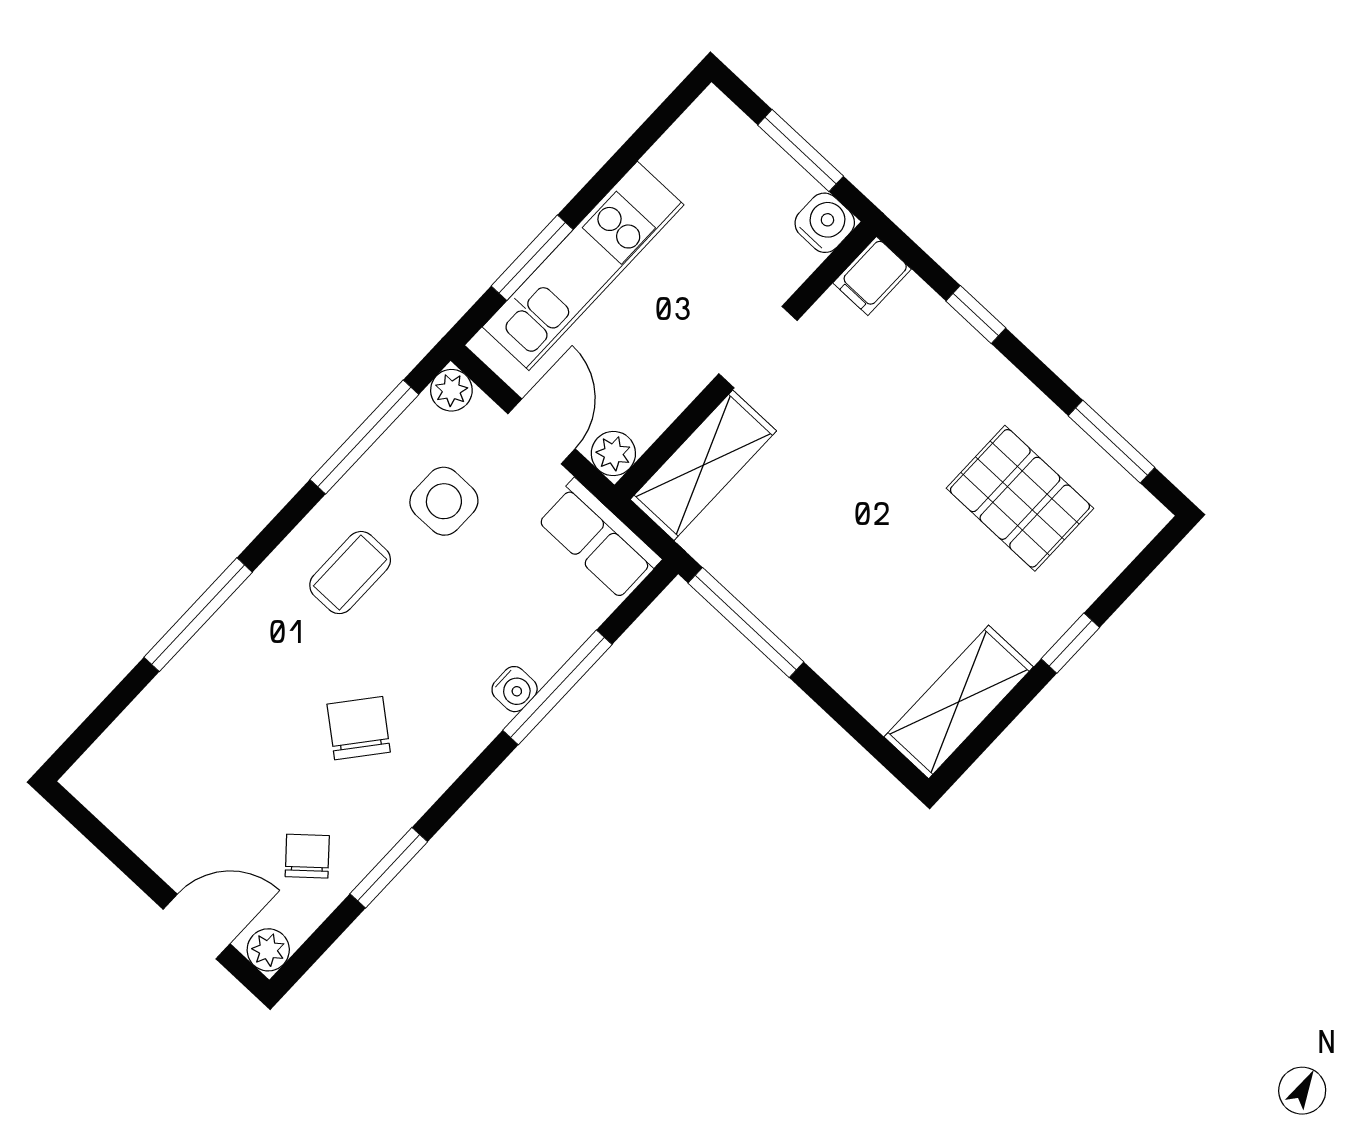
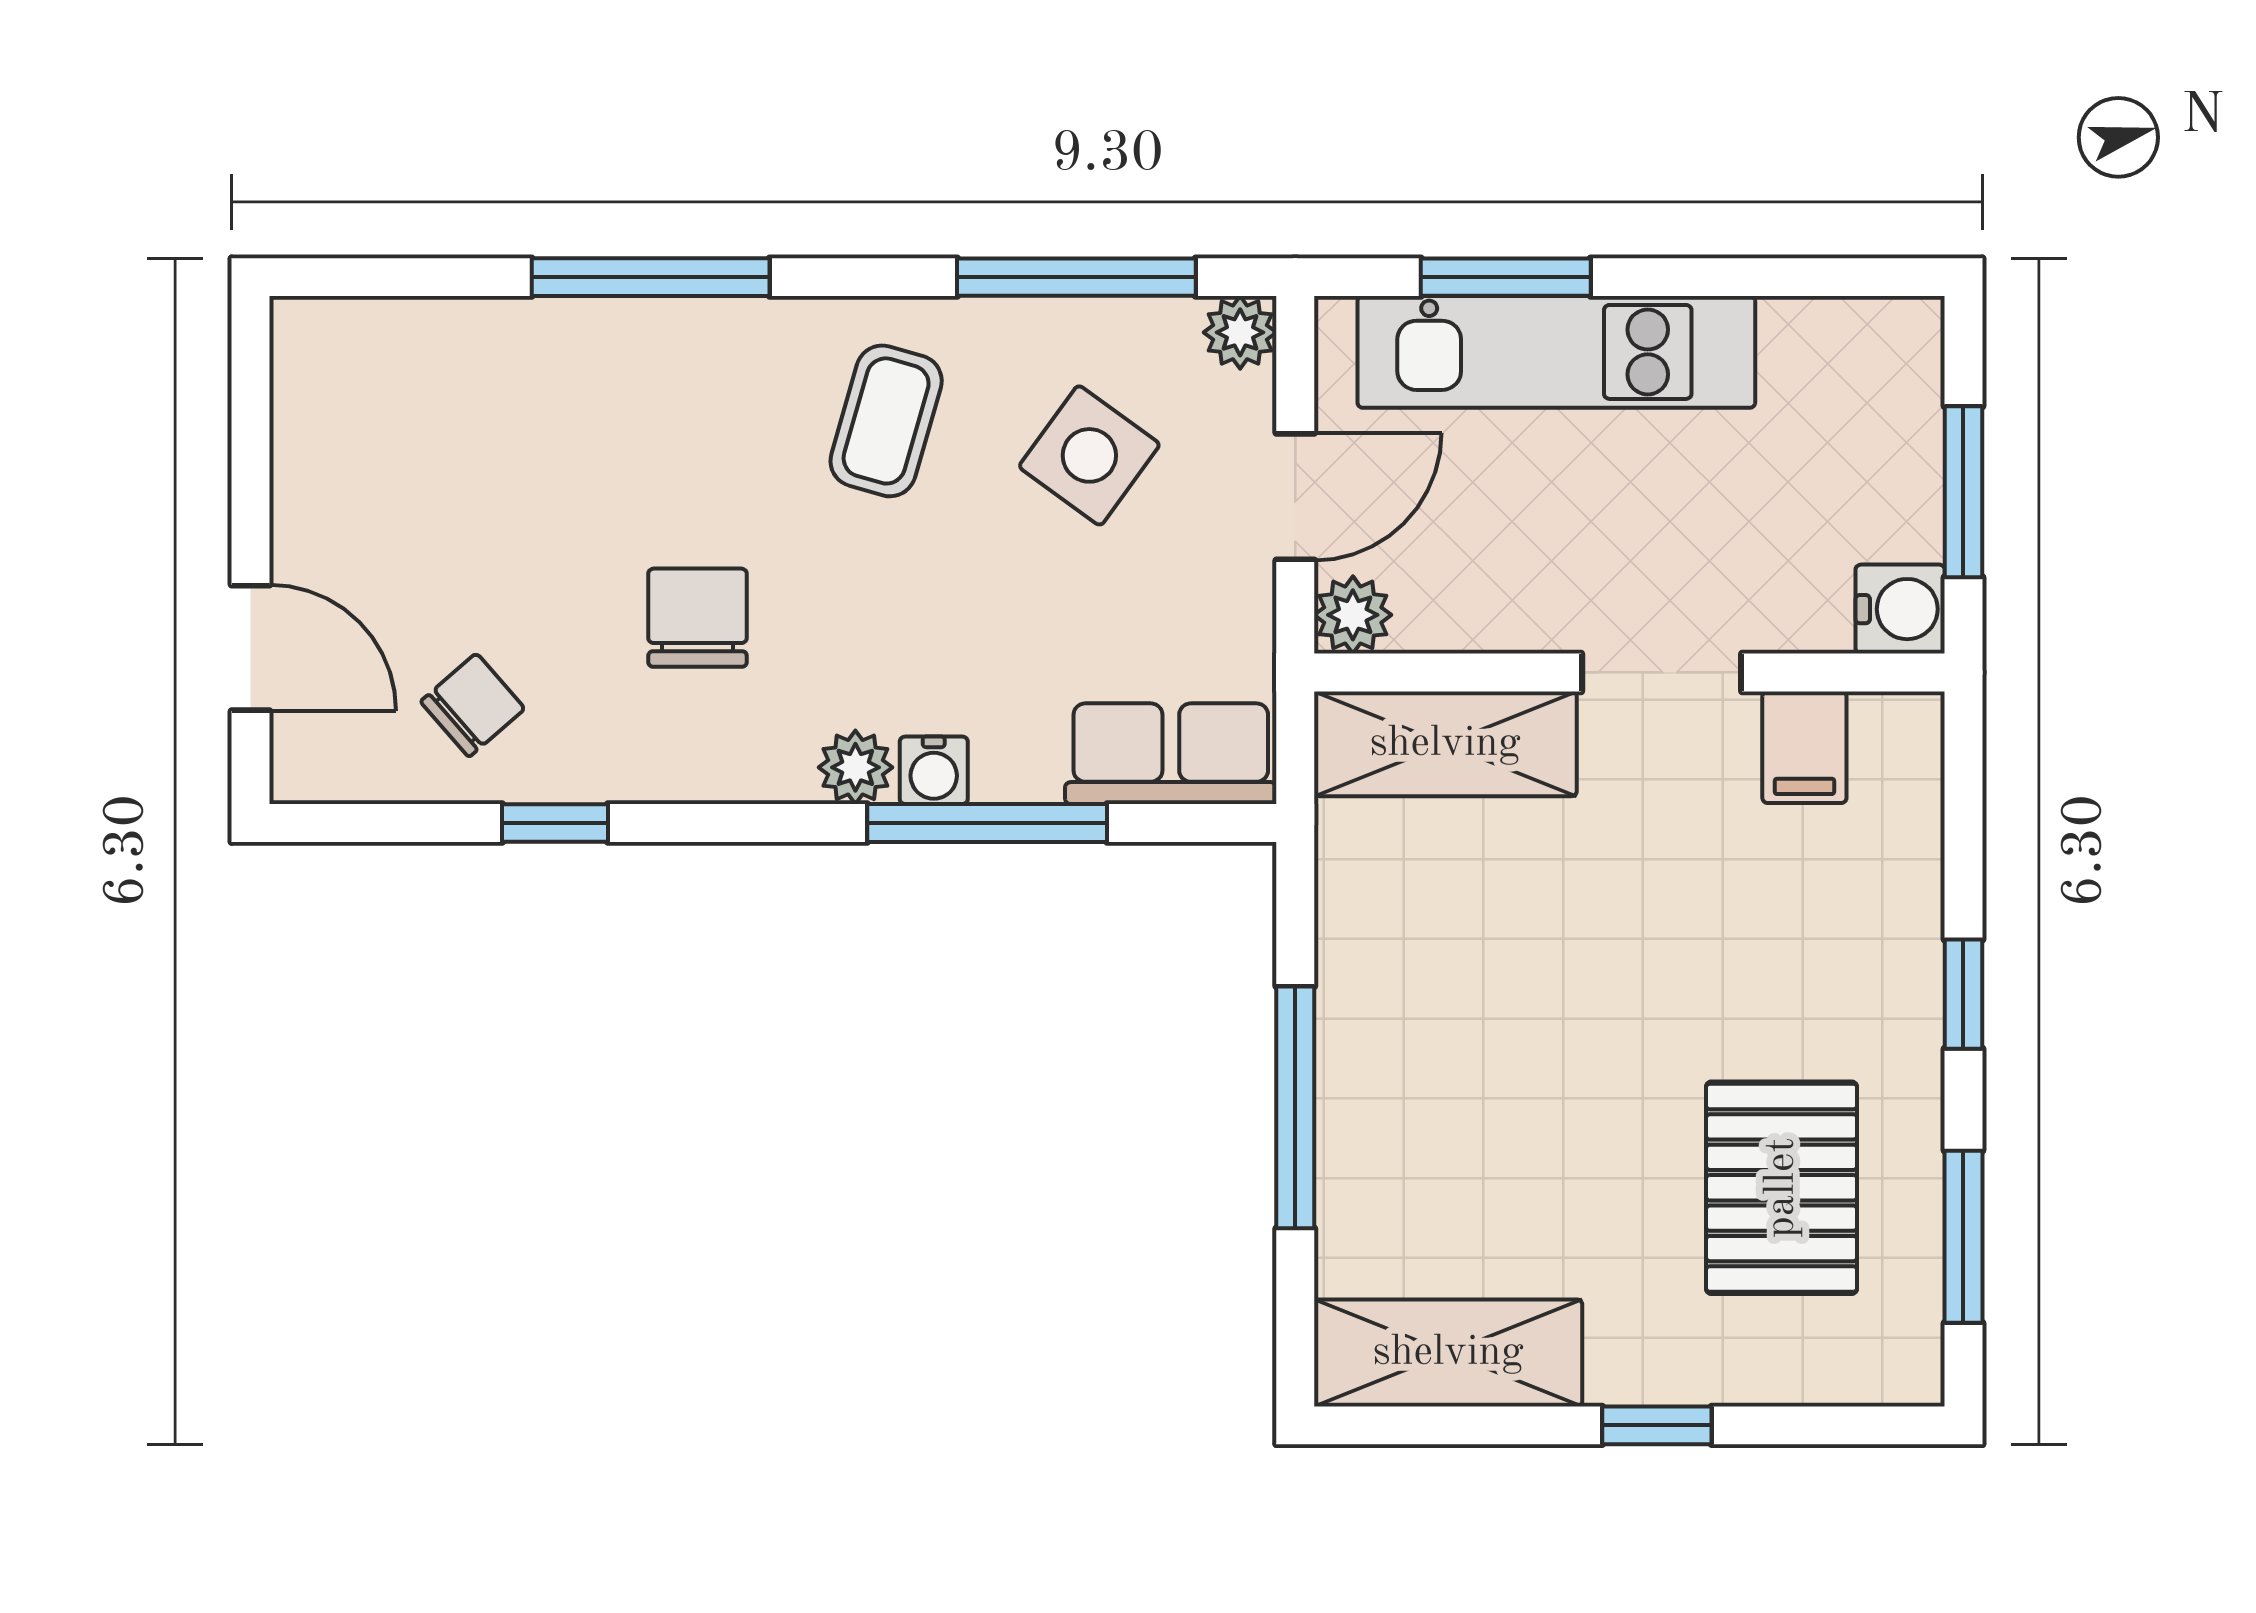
filing cabinet: (872, 276) -> (1804, 747), moved, turned -90
window: (976, 315) -> (1963, 994), moved
side table: (444, 501) -> (1089, 455), turned 36
row of seats: (599, 539) -> (1171, 754), moved, turned 90
coffee table: (350, 573) -> (886, 421), turned -74
window: (746, 623) -> (1295, 1107), moved
chair: (359, 728) -> (698, 618), turned -39
window: (389, 868) -> (555, 823), width x0.67
plant: (268, 950) -> (855, 767), moved

